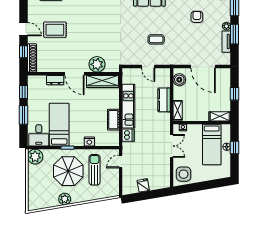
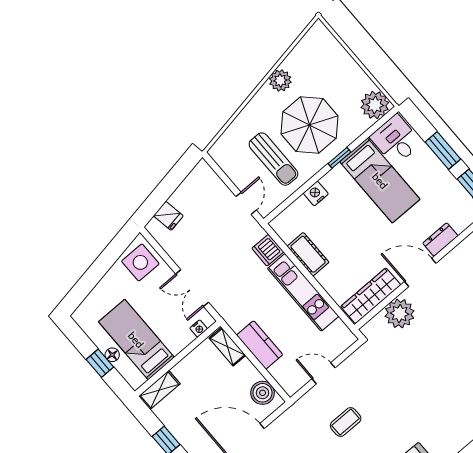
fridge: (143, 185) -> (168, 216), moved

